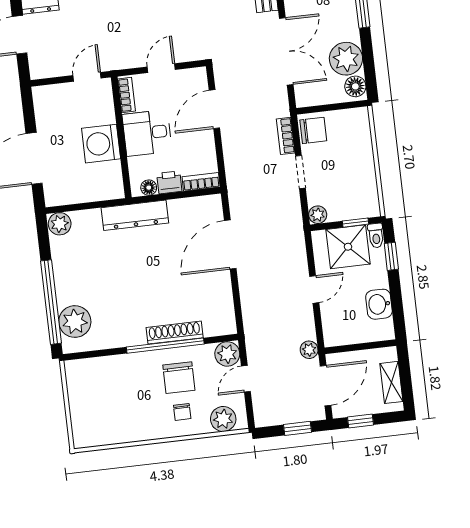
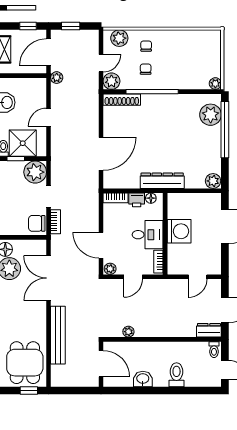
plant: (197, 76) -> (110, 269), added
door: (87, 77) -> (198, 277), moved
door: (214, 109) -> (101, 245), swing flipped
plant: (318, 215) -> (35, 172), width x1.87, depth x1.87
shoe rack: (175, 333) -> (122, 100), moved
plant: (73, 368) -> (215, 84), added
chair: (179, 378) -> (146, 69), width x0.54, depth x0.54

